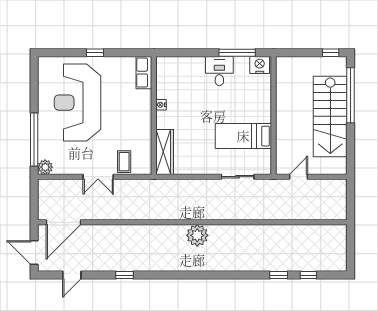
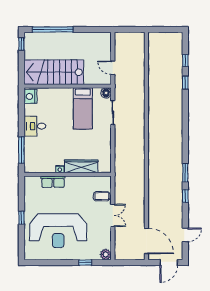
window: (237, 53) -> (21, 150), moved
row of seats: (144, 73) -> (53, 182), moved
stairs: (330, 116) -> (54, 72), moved, turned 180
window: (34, 140) -> (85, 263), width x0.32
wardrobe: (165, 152) -> (81, 166), moved
floor lamp: (264, 168) -> (106, 93), added
plant: (197, 235) -> (156, 142), removed
door: (72, 275) -> (185, 235), hinge flipped
window: (156, 275) -> (185, 173), added

